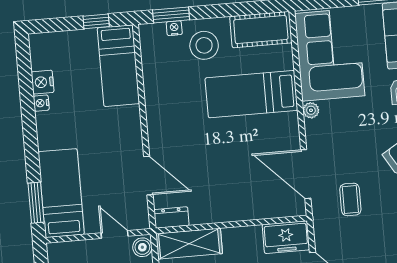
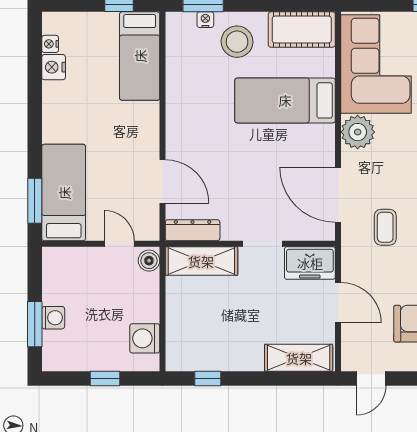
nightstand: (41, 103) -> (50, 44), moved
plant: (311, 110) -> (358, 132), width x1.87, depth x1.87
dresser: (171, 217) -> (193, 230), width x1.44
doorway: (242, 224) -> (263, 244), added

